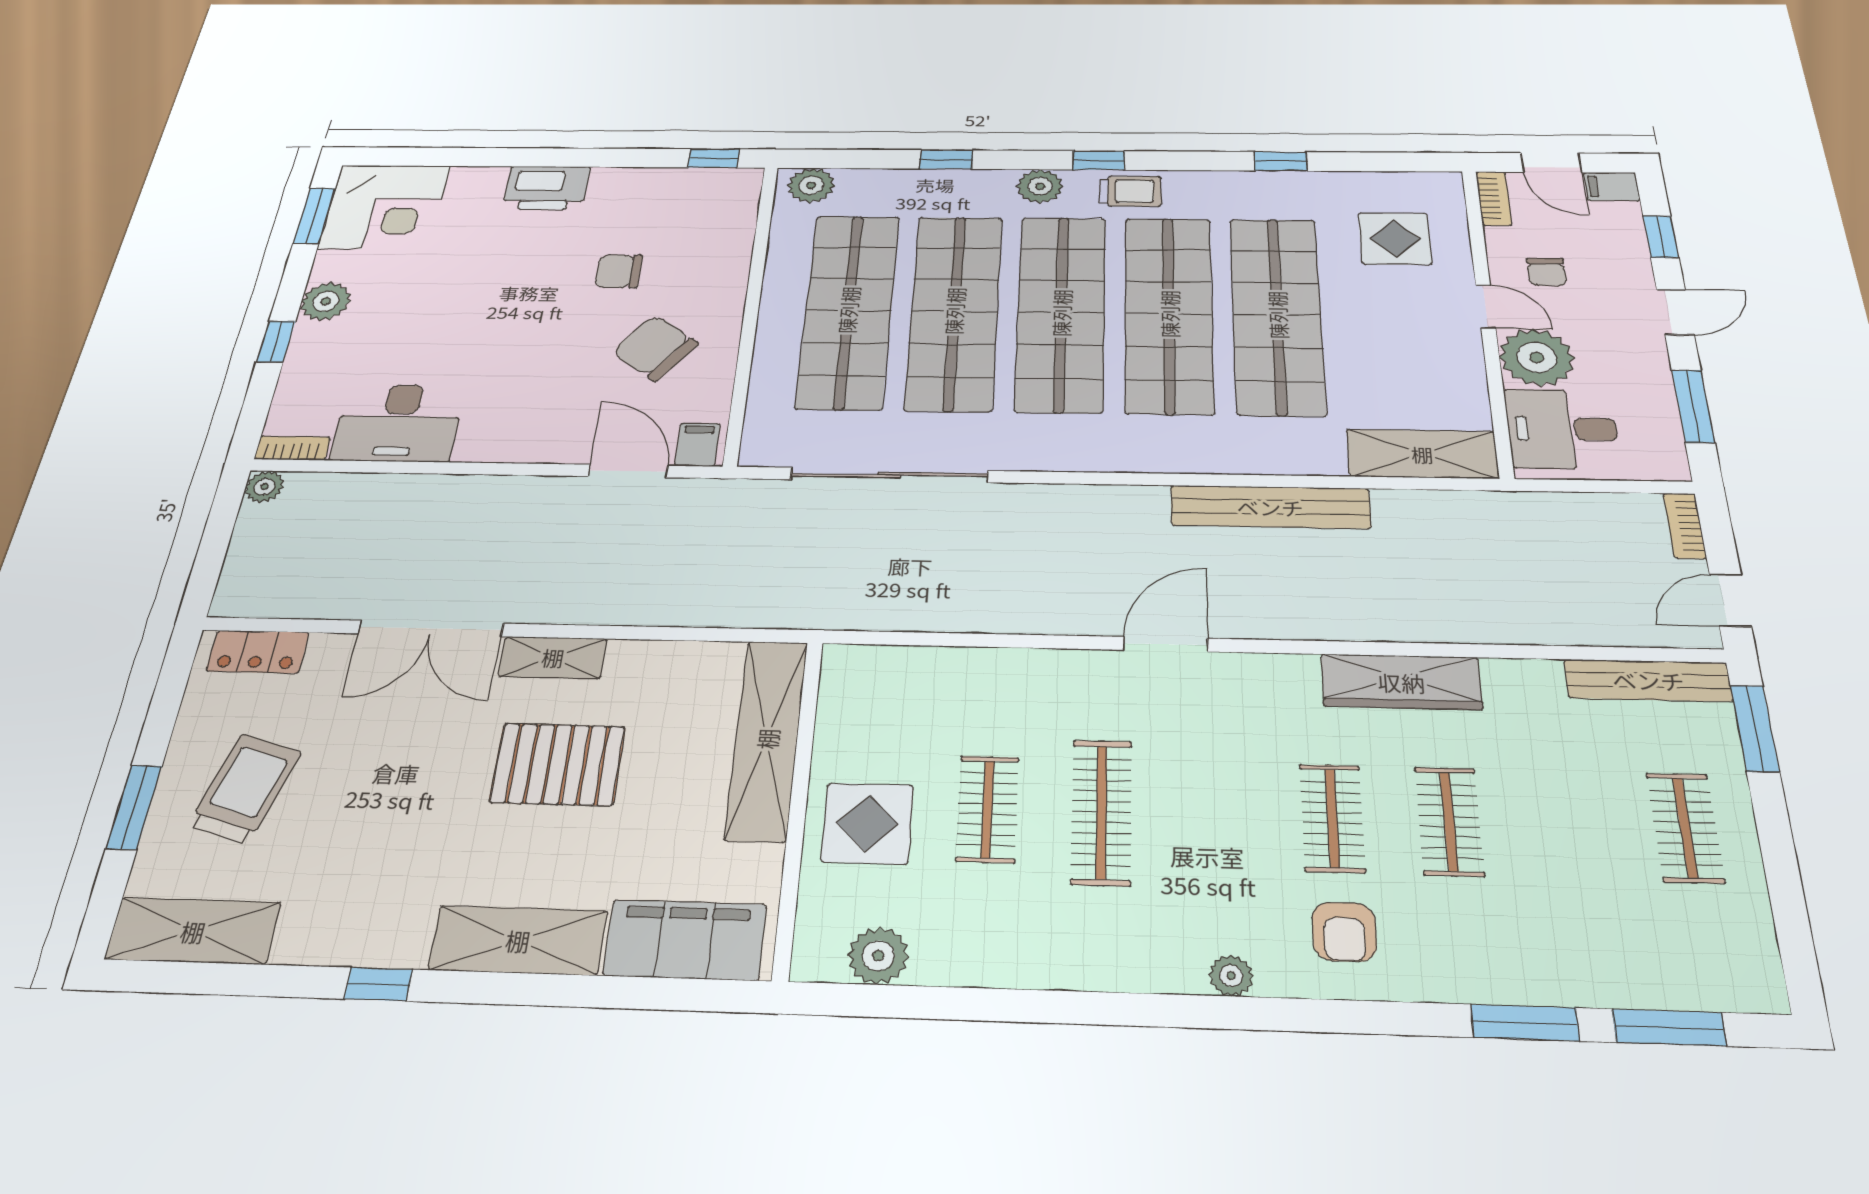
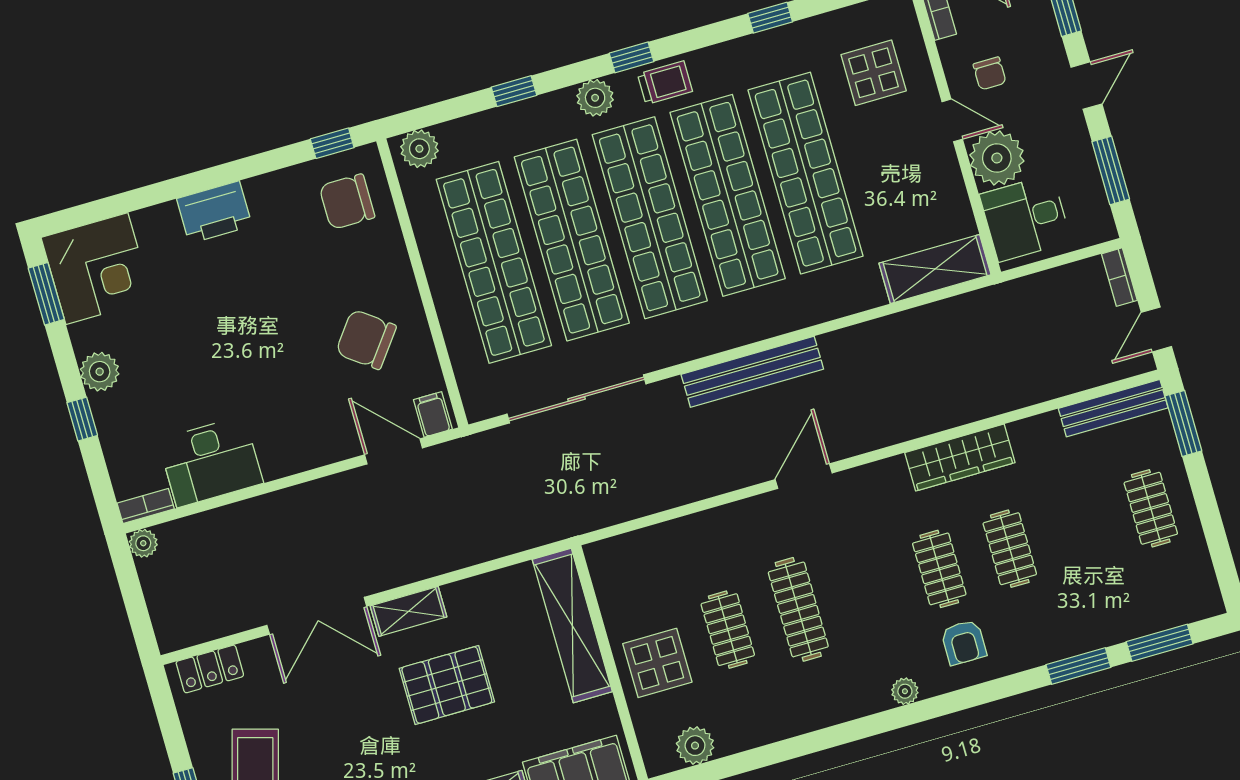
chair: (618, 271) -> (347, 202), moved, width x1.37, depth x1.37
bench: (1270, 507) -> (752, 372), moved

